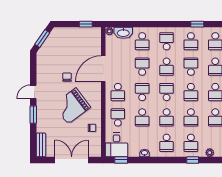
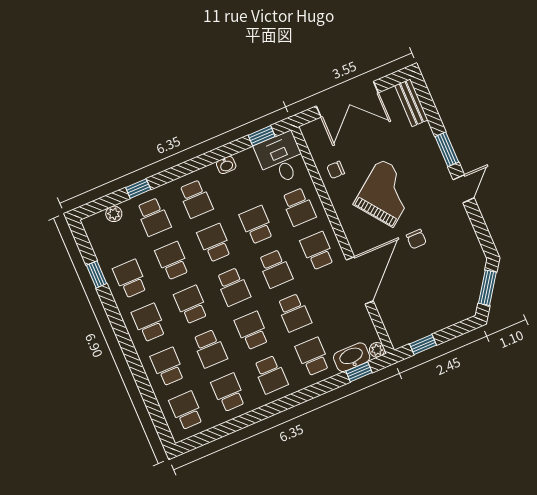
window: (197, 24) -> (359, 372), moved
school desk: (167, 143) -> (196, 199), turned 180
school desk: (191, 143) -> (154, 217), turned 180

